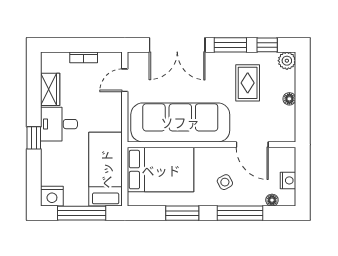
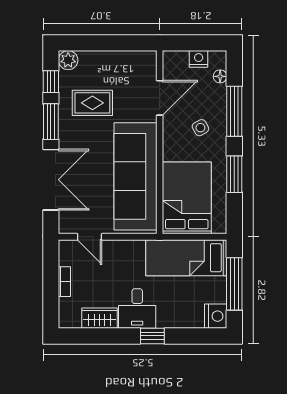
floor lamp: (289, 99) -> (110, 57), removed

